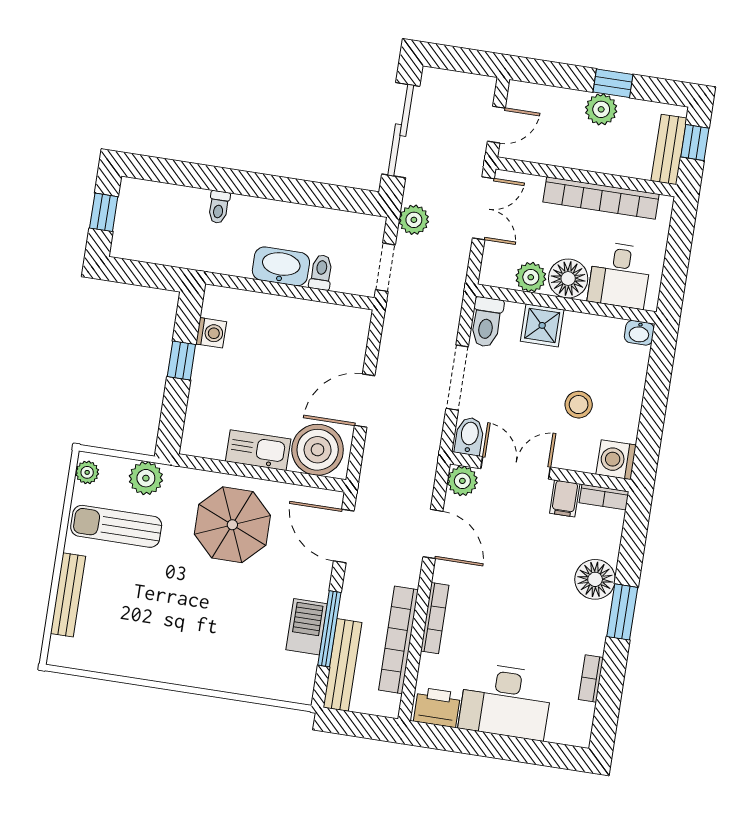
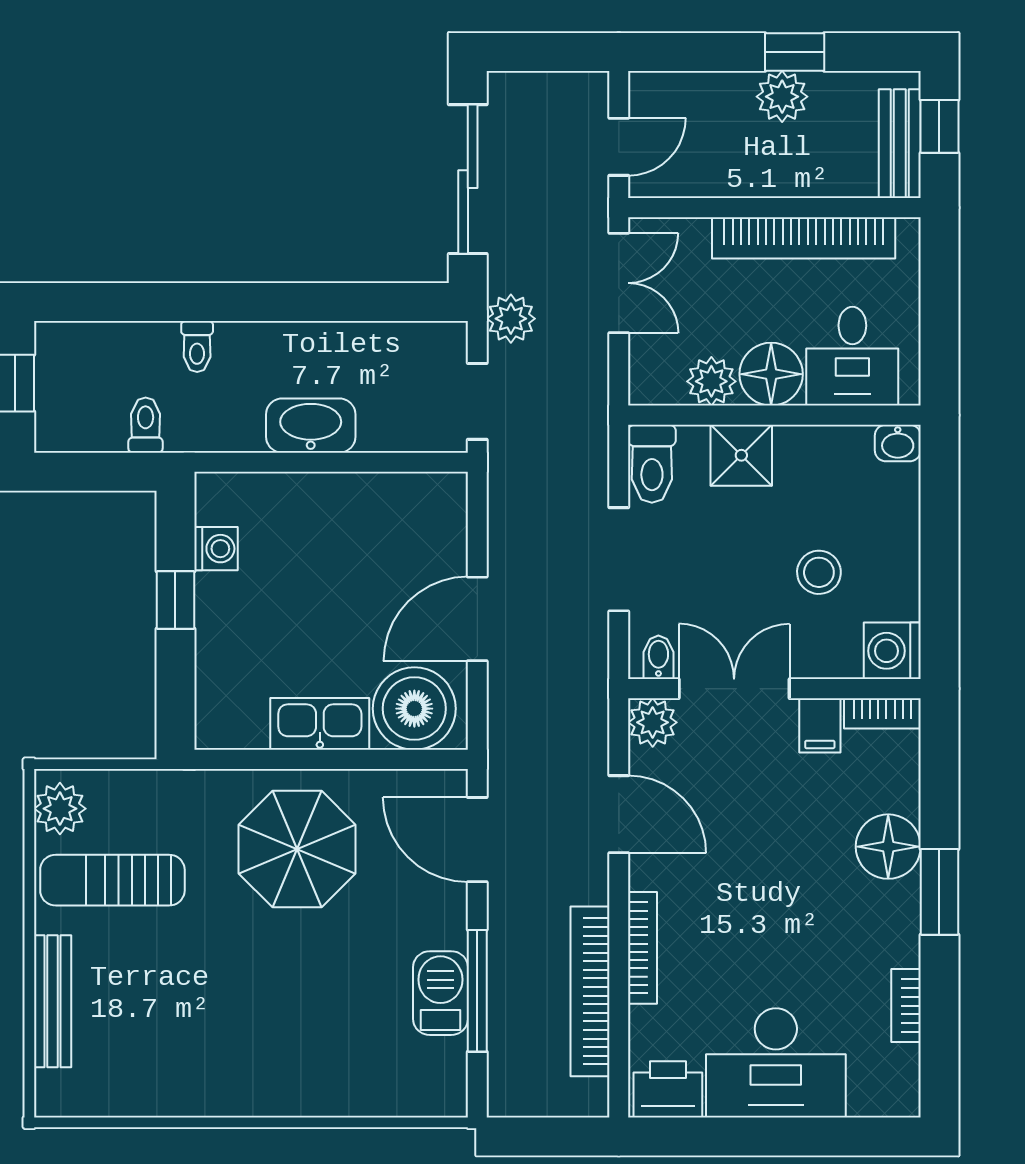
toilet: (321, 272) -> (146, 425), moved
bidet: (469, 436) -> (658, 657), width x0.72, depth x0.74
plant: (87, 472) -> (60, 809), width x1.38, depth x1.38
plant: (146, 478) -> (148, 796), removed
bench: (342, 665) -> (507, 1045), removed

